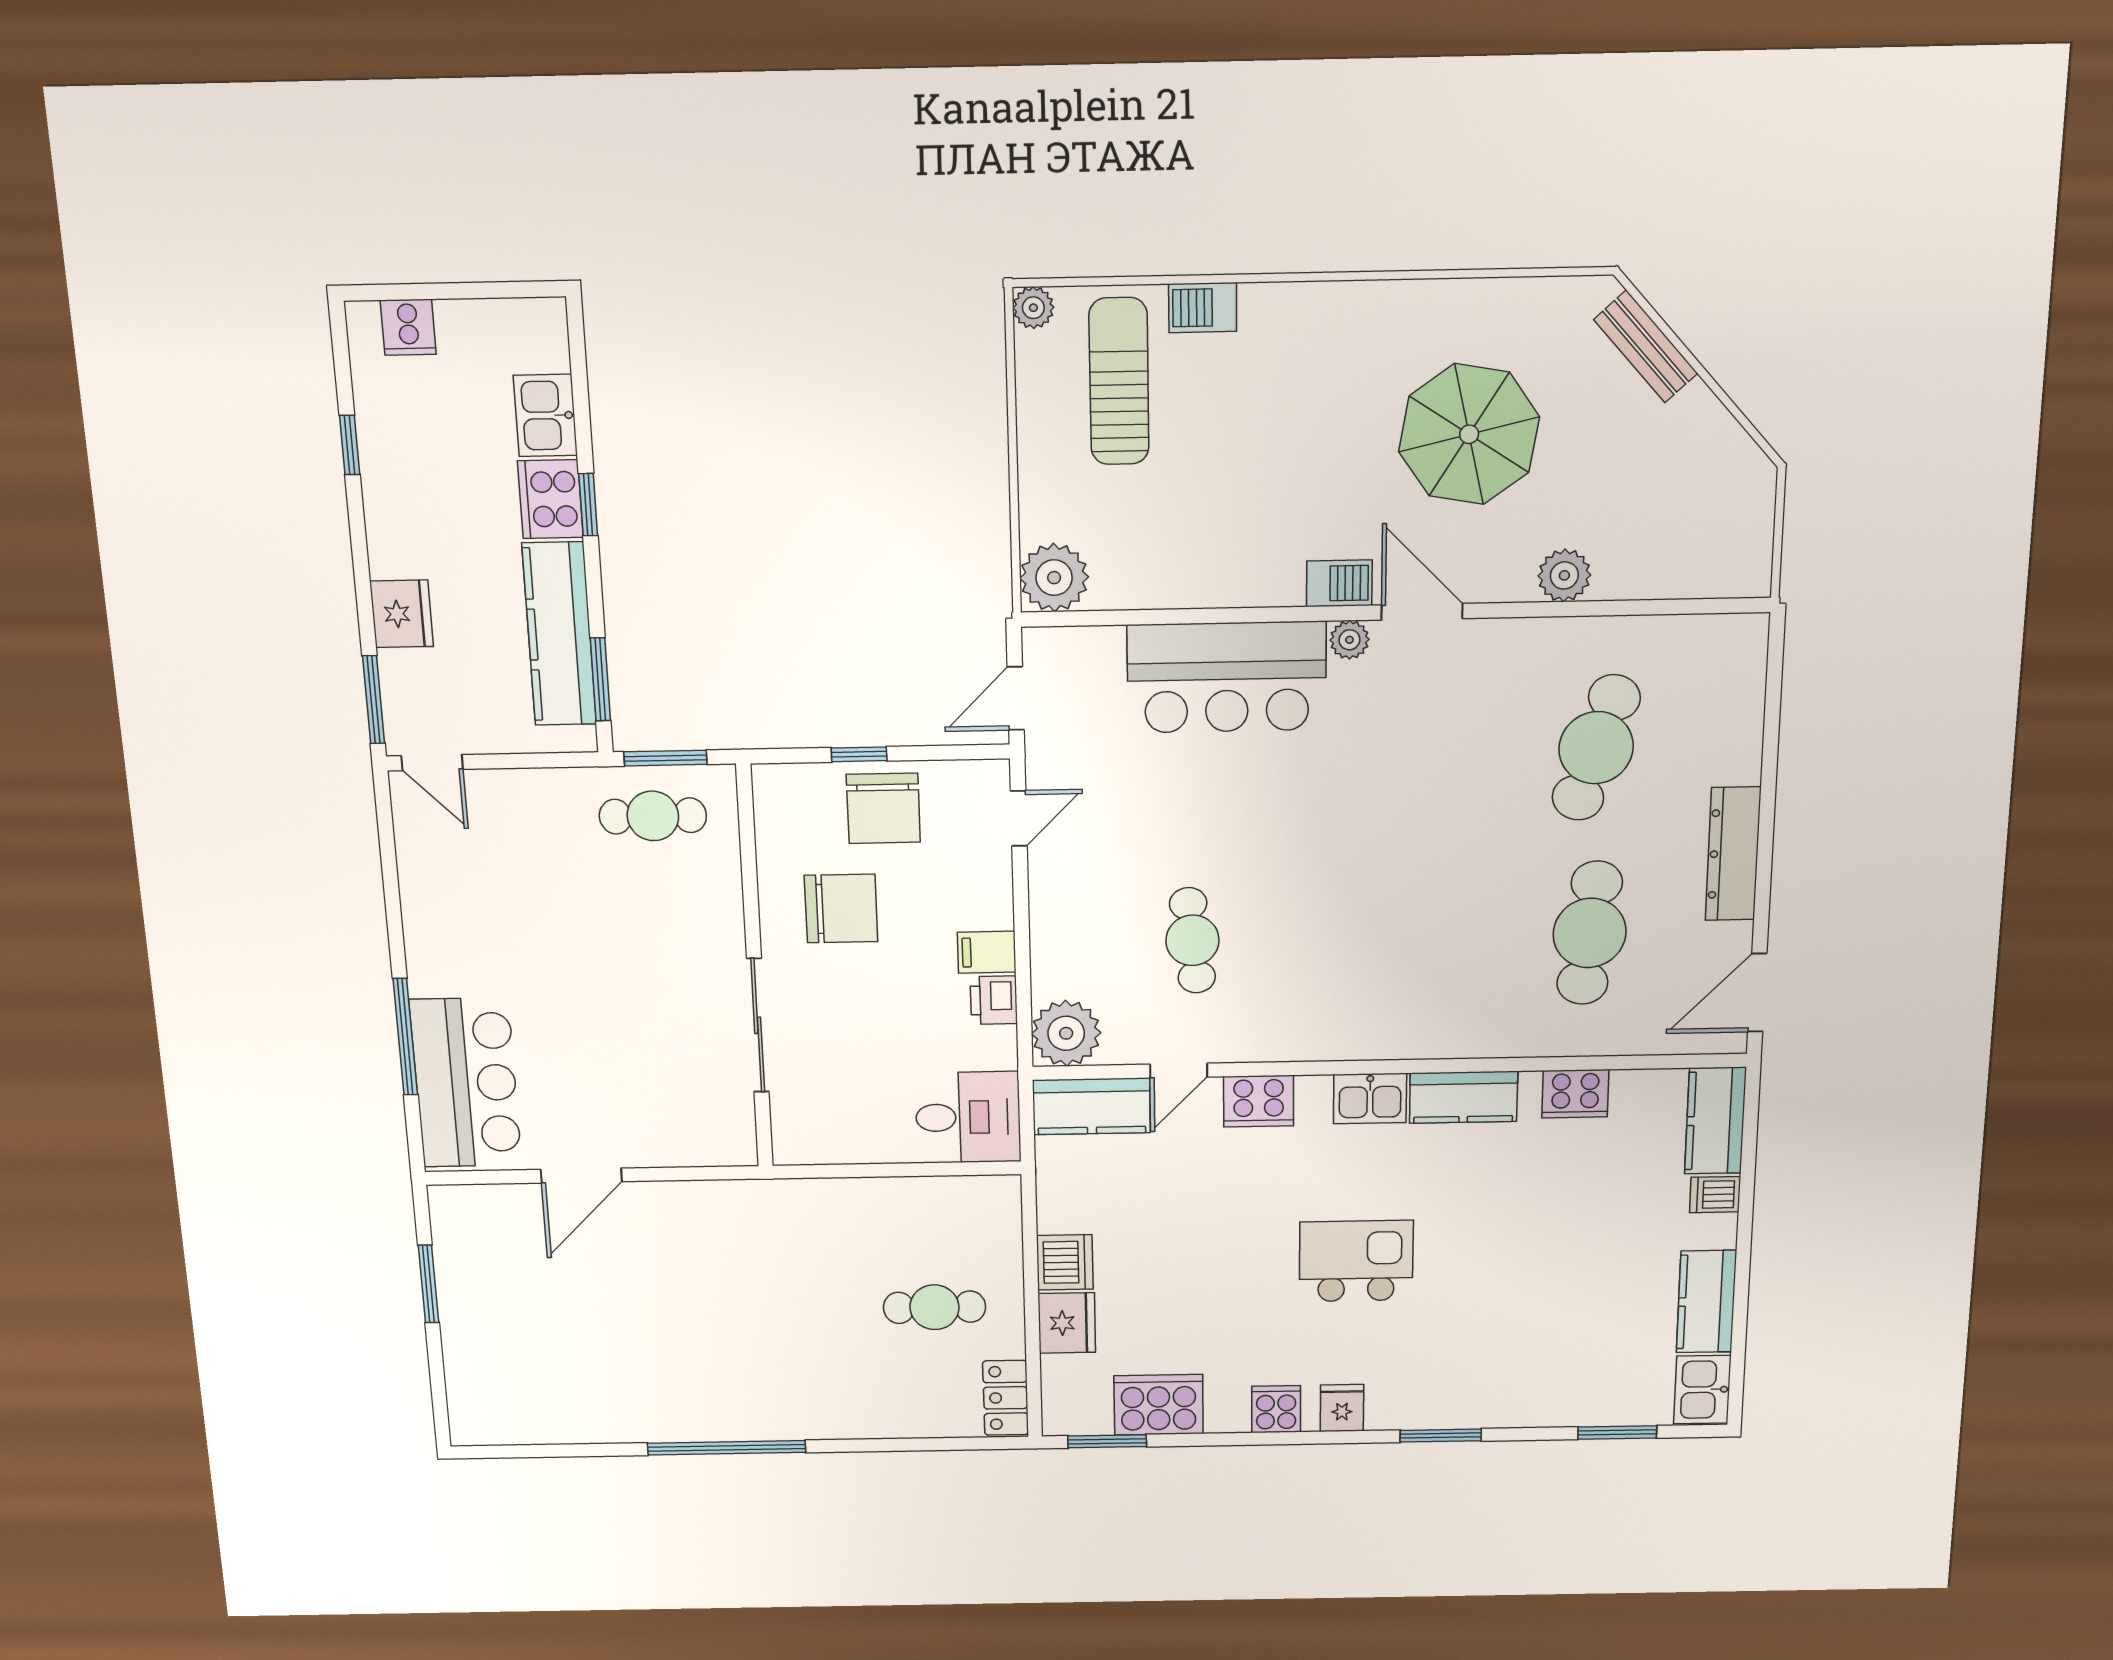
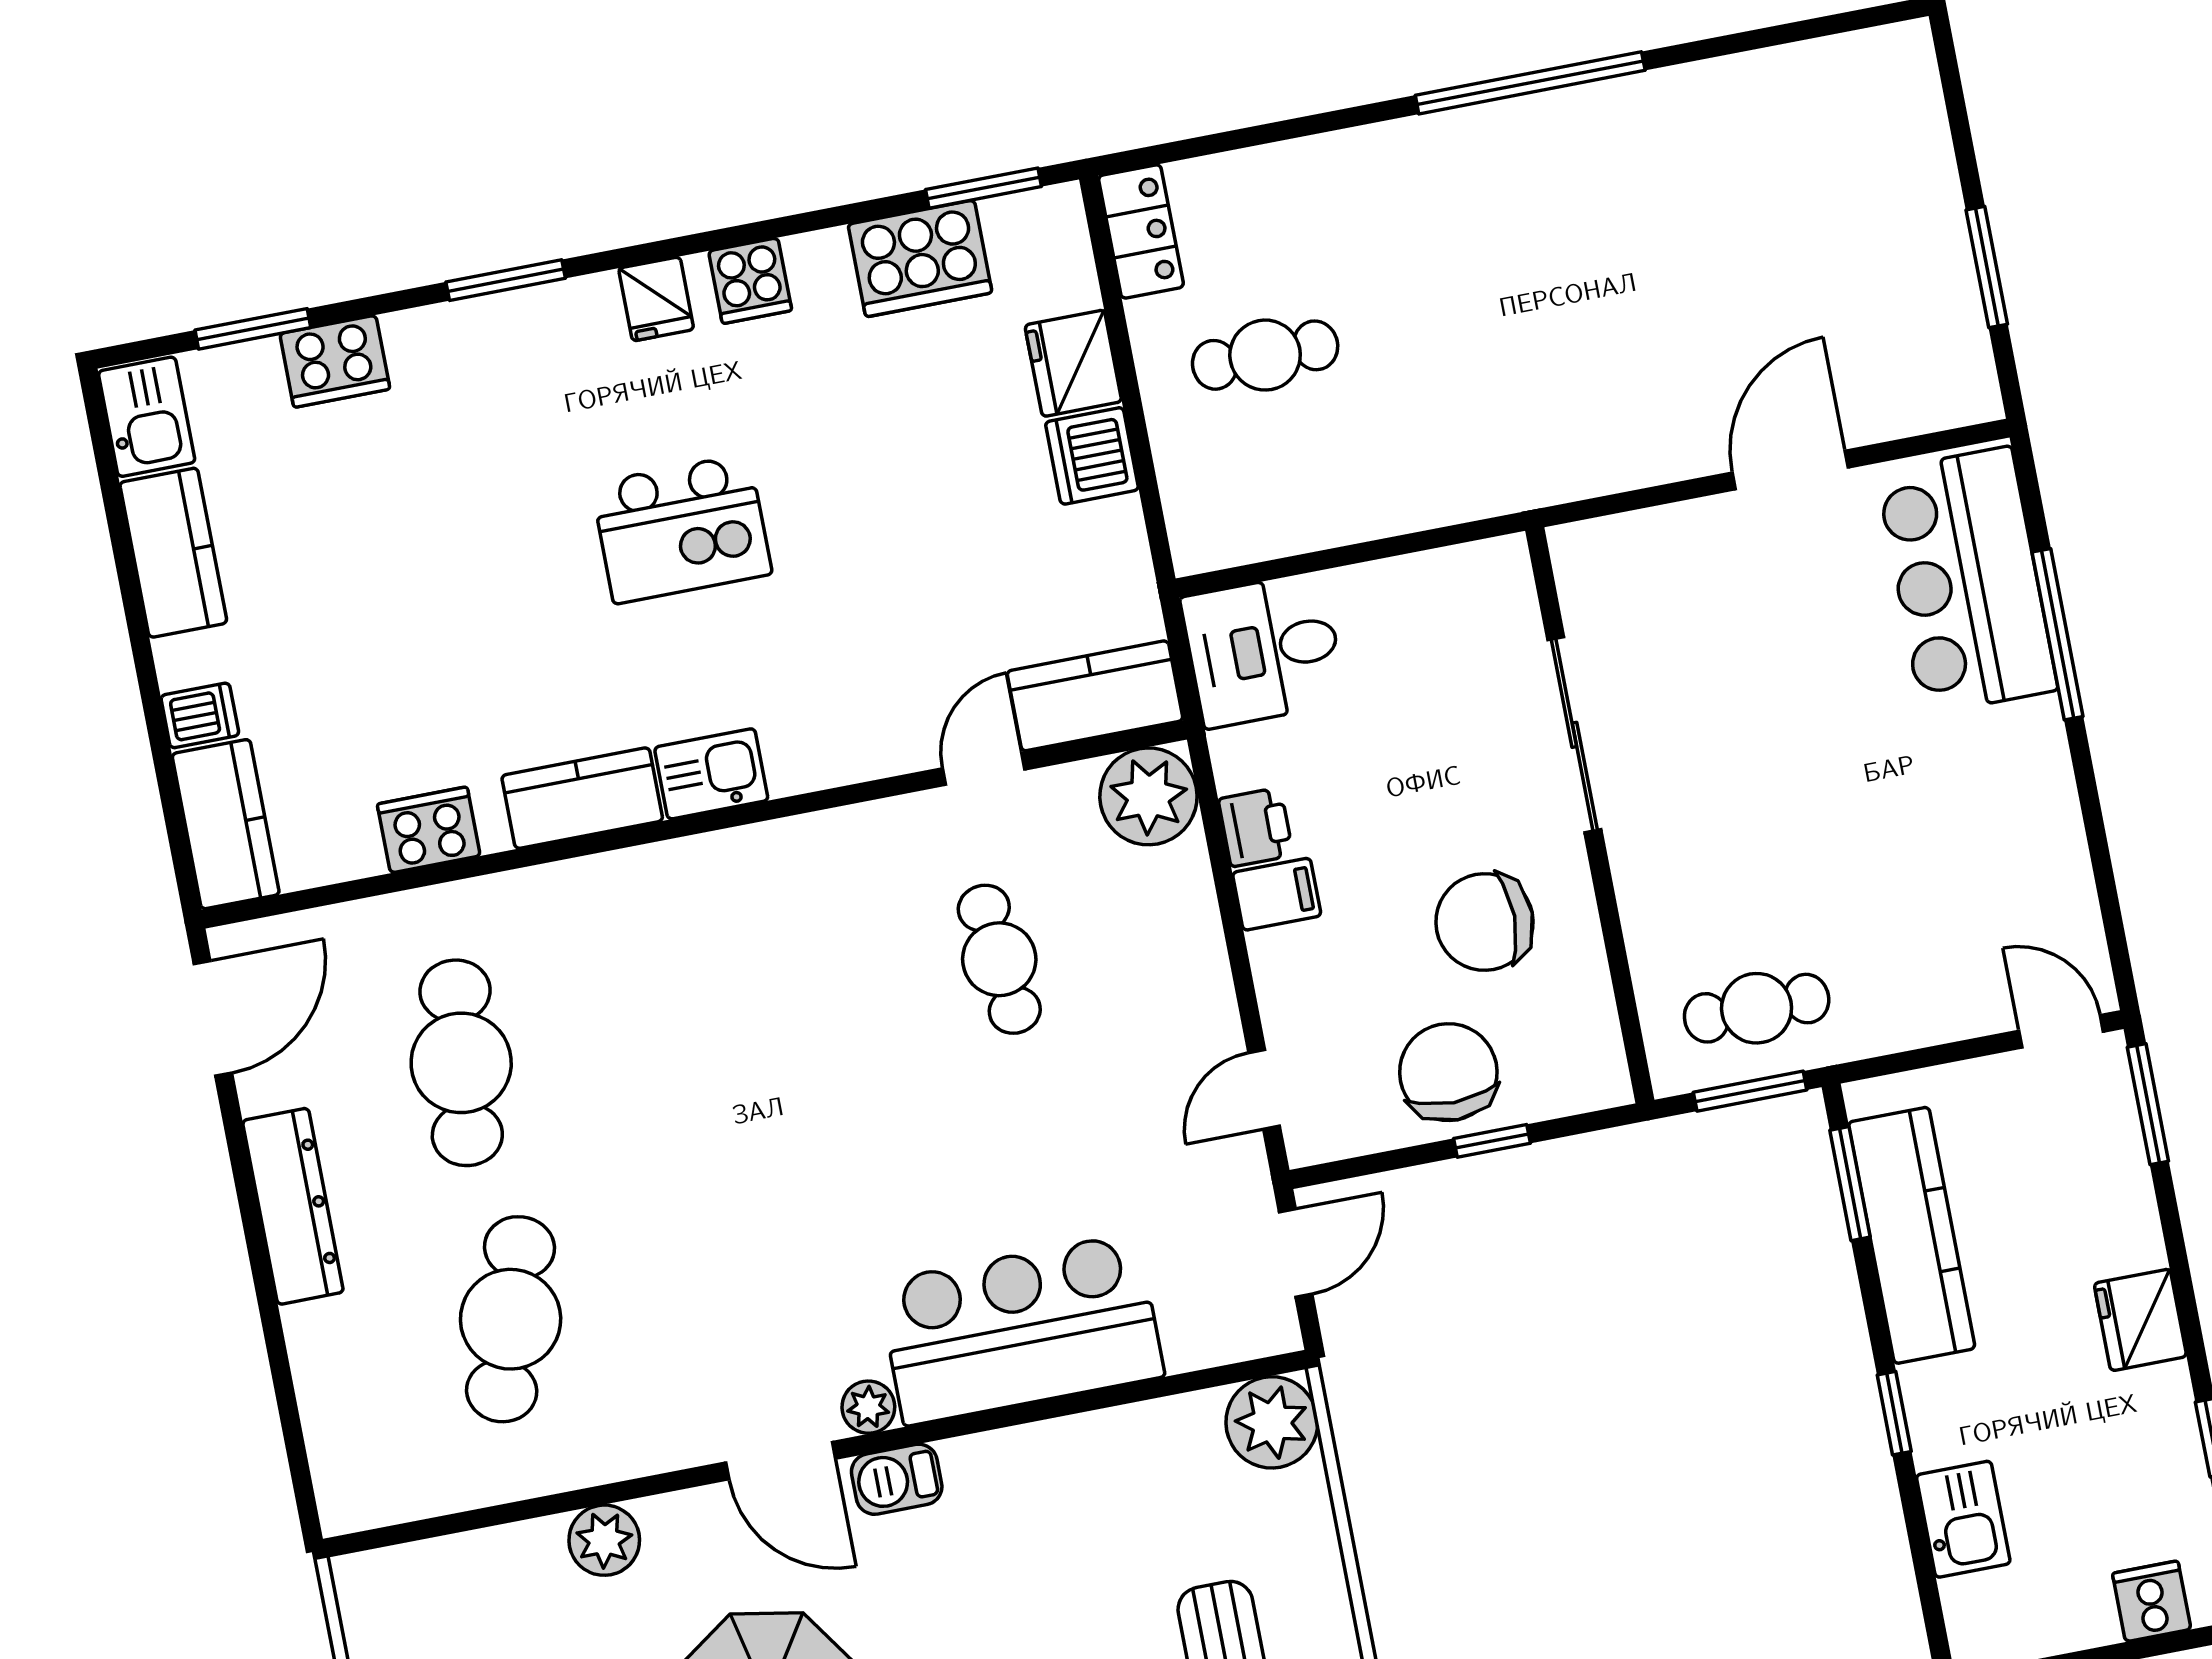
cooker: (550, 499) -> (1944, 1412), removed
fridge: (402, 614) -> (2140, 1320), moved
cooker: (1259, 1101) -> (335, 361), moved, turned 180

